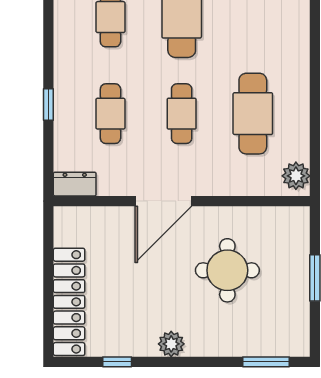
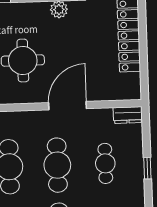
cafe table: (182, 114) -> (57, 165), width x1.37, depth x1.35

